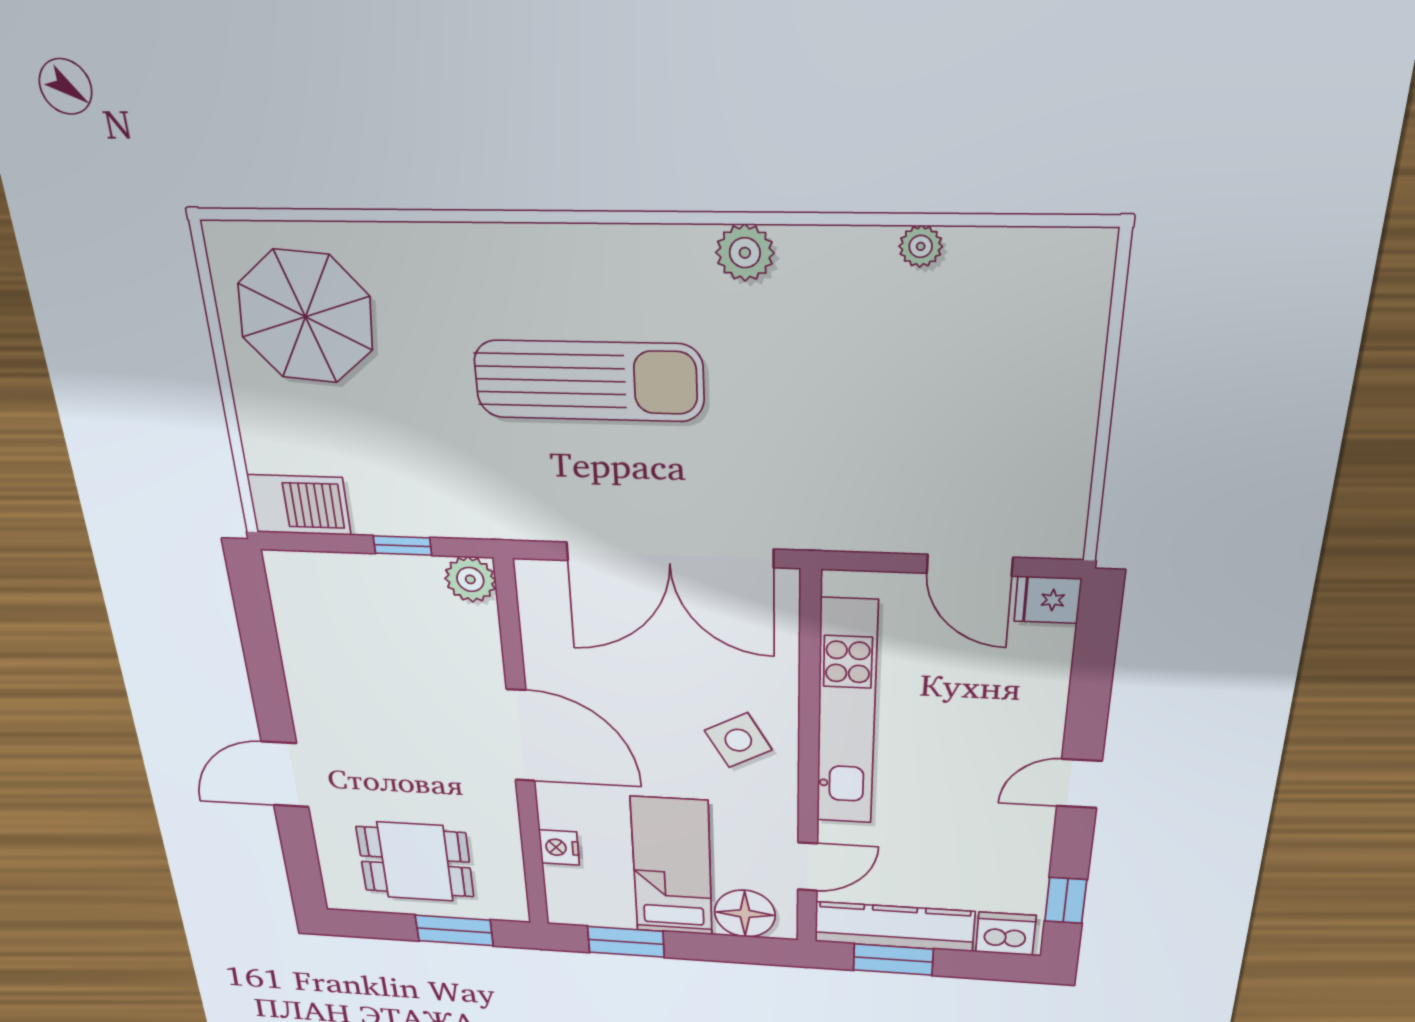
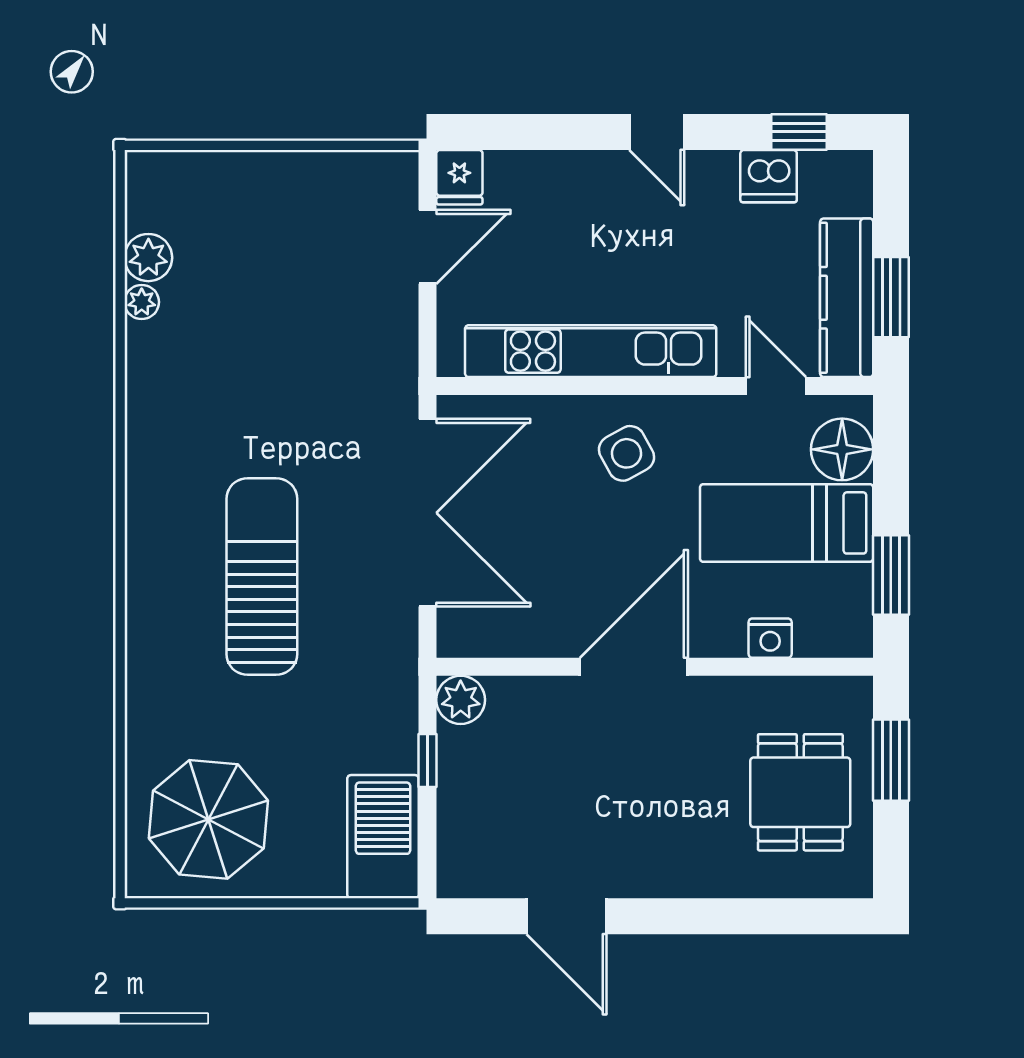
plant: (745, 253) -> (148, 258), moved
barbecue: (299, 505) -> (383, 837), width x1.37, depth x1.21
door: (285, 774) -> (567, 916), moved
dishwasher: (1006, 934) -> (769, 176), moved, turned -90

